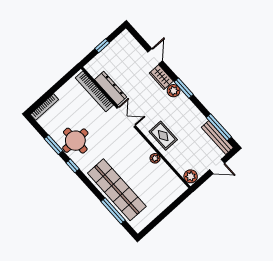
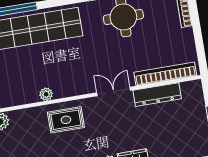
double door: (126, 117) -> (114, 91), swing flipped

